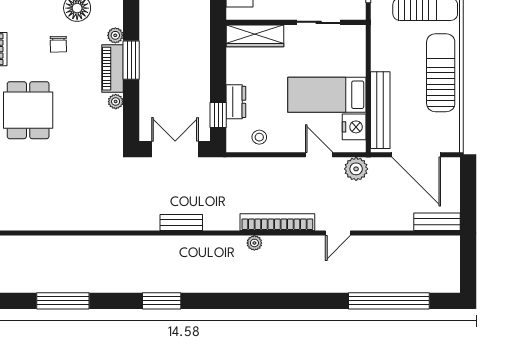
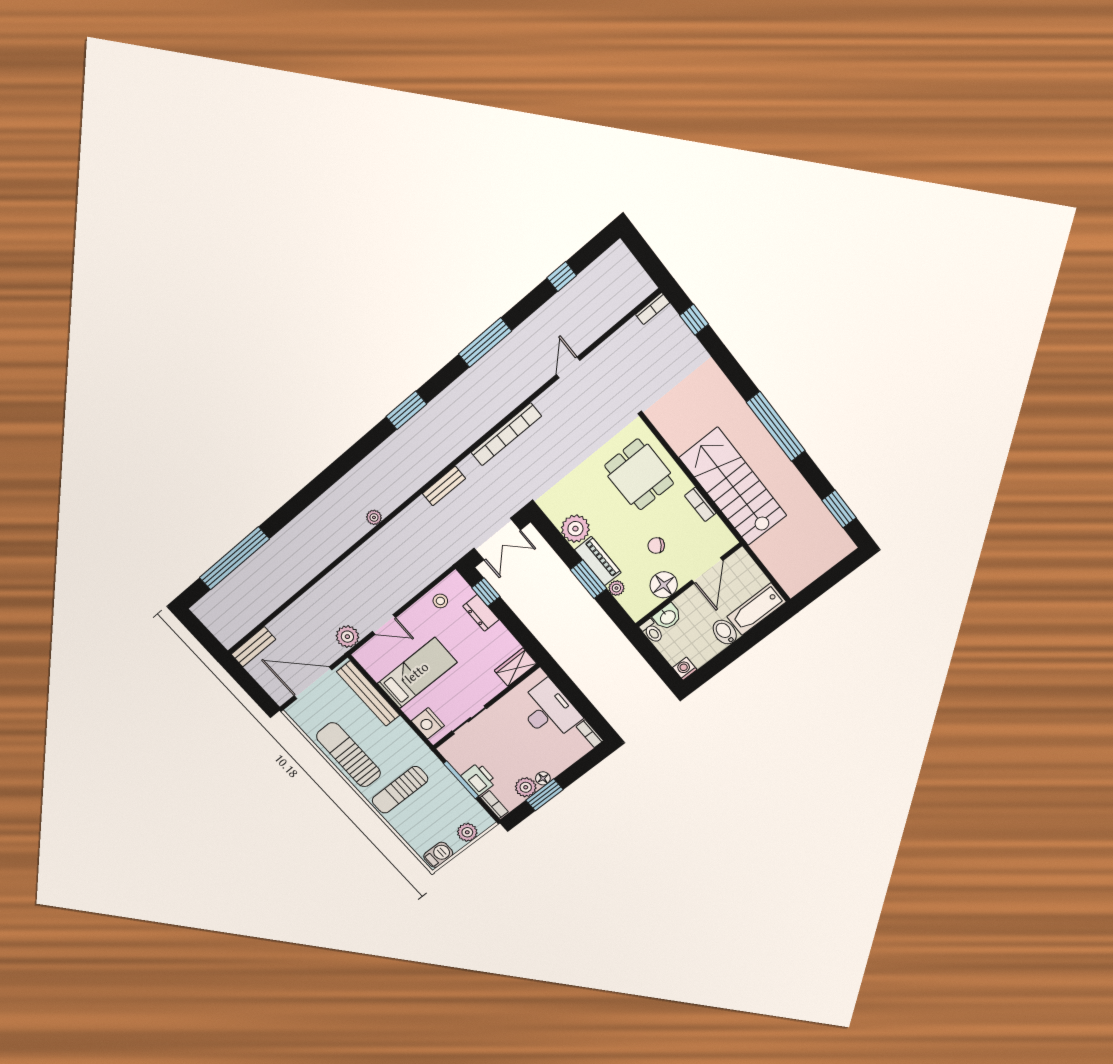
wardrobe: (255, 36) -> (516, 667), width x0.67
chair: (58, 44) -> (656, 546), turned -53
sun lounger: (441, 73) -> (349, 755), turned 180
plant: (116, 102) -> (575, 529), width x1.88, depth x1.88
nightstand: (354, 127) -> (428, 723), moved
bookcase: (277, 222) -> (506, 434), moved
door: (338, 233) -> (568, 367), moved

